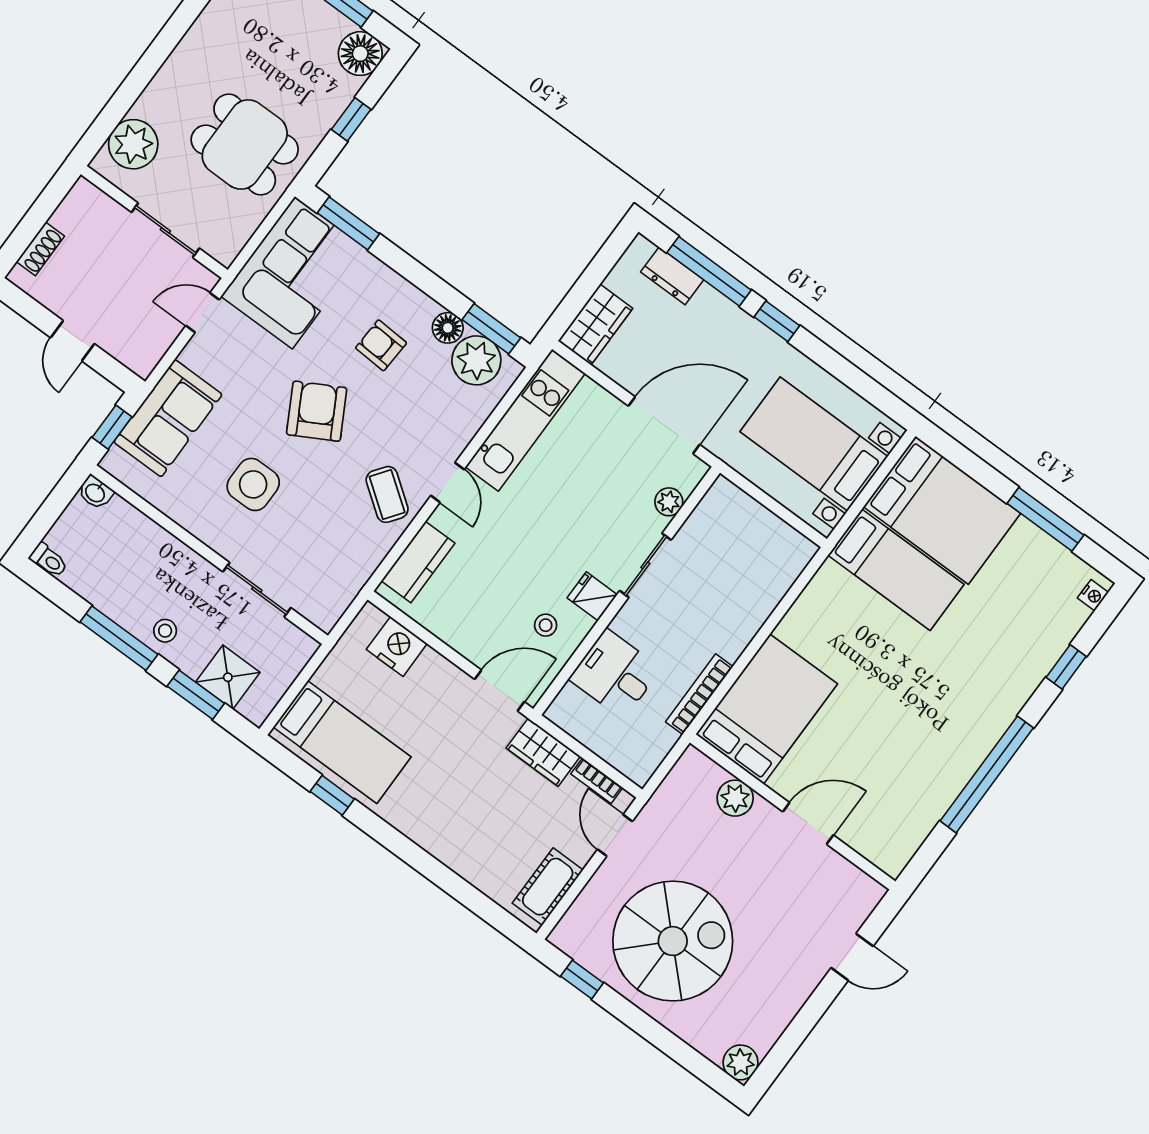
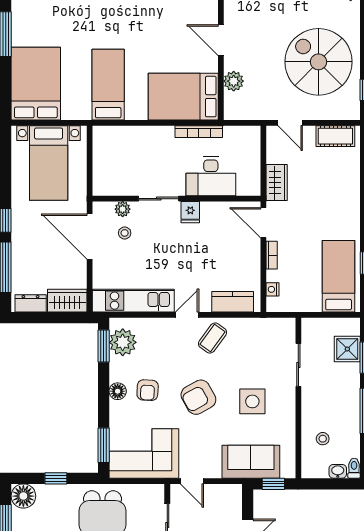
dresser: (672, 276) -> (31, 303), moved, turned -90
floor lamp: (448, 328) -> (118, 391), moved
washbasin: (95, 492) -> (338, 471), moved, turned -90
bed: (896, 570) -> (108, 85), moved
stool: (546, 625) -> (125, 233), moved
stool: (165, 631) -> (323, 439), moved
nightstand: (397, 646) -> (272, 289), width x0.53, depth x0.56
desk: (615, 674) -> (211, 176), width x1.37
bookcase: (597, 781) -> (272, 255), moved
door: (615, 835) -> (290, 123), hinge flipped

